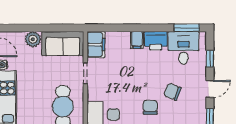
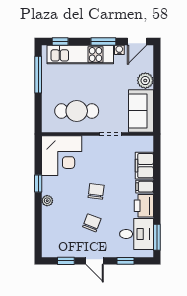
filing cabinet: (96, 45) -> (144, 166), moved, turned 90
chair: (150, 107) -> (96, 191), moved, turned -83

